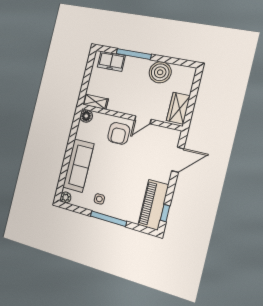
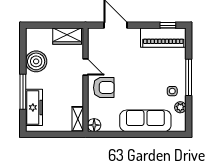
freezer: (111, 61) -> (34, 107), width x1.40
plant: (66, 197) -> (180, 107), moved

